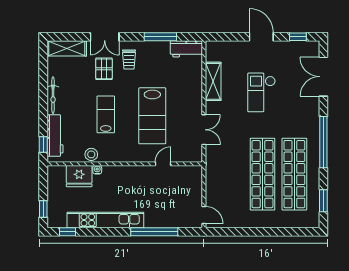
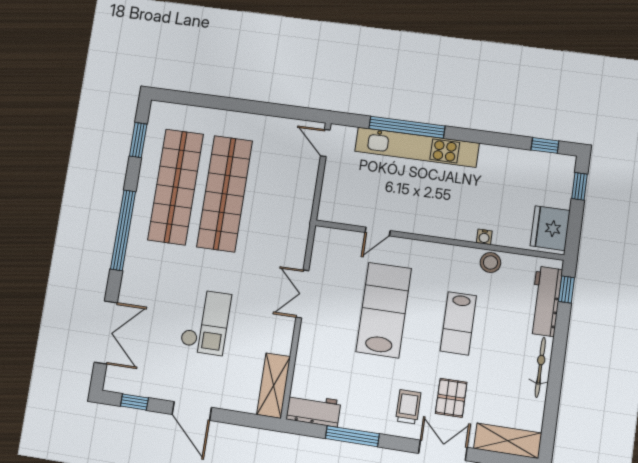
shelving: (213, 81) -> (274, 386), moved
double door: (204, 130) -> (302, 294), moved
fridge: (79, 176) -> (550, 228), moved, turned -90
kitchen unit: (105, 220) -> (417, 147), moved

